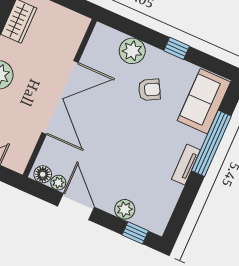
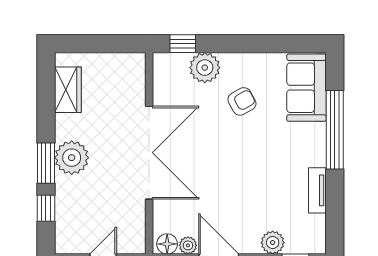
window: (177, 48) -> (183, 44), moved
tv unit: (186, 165) -> (317, 190), moved

